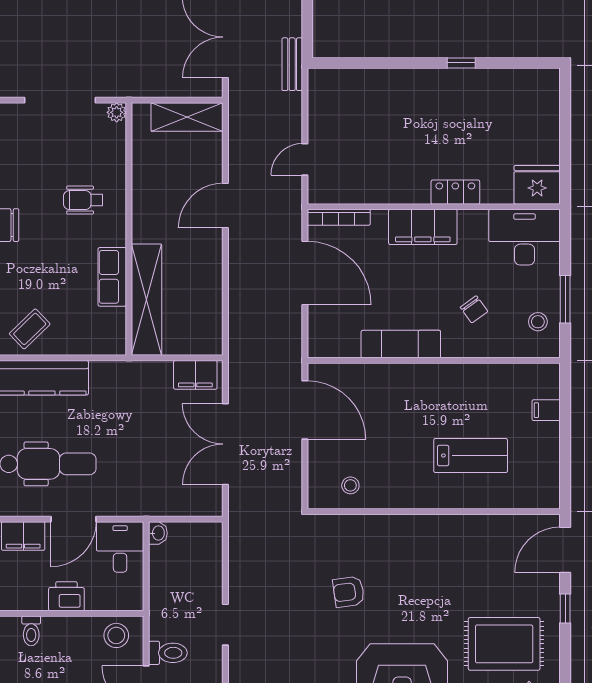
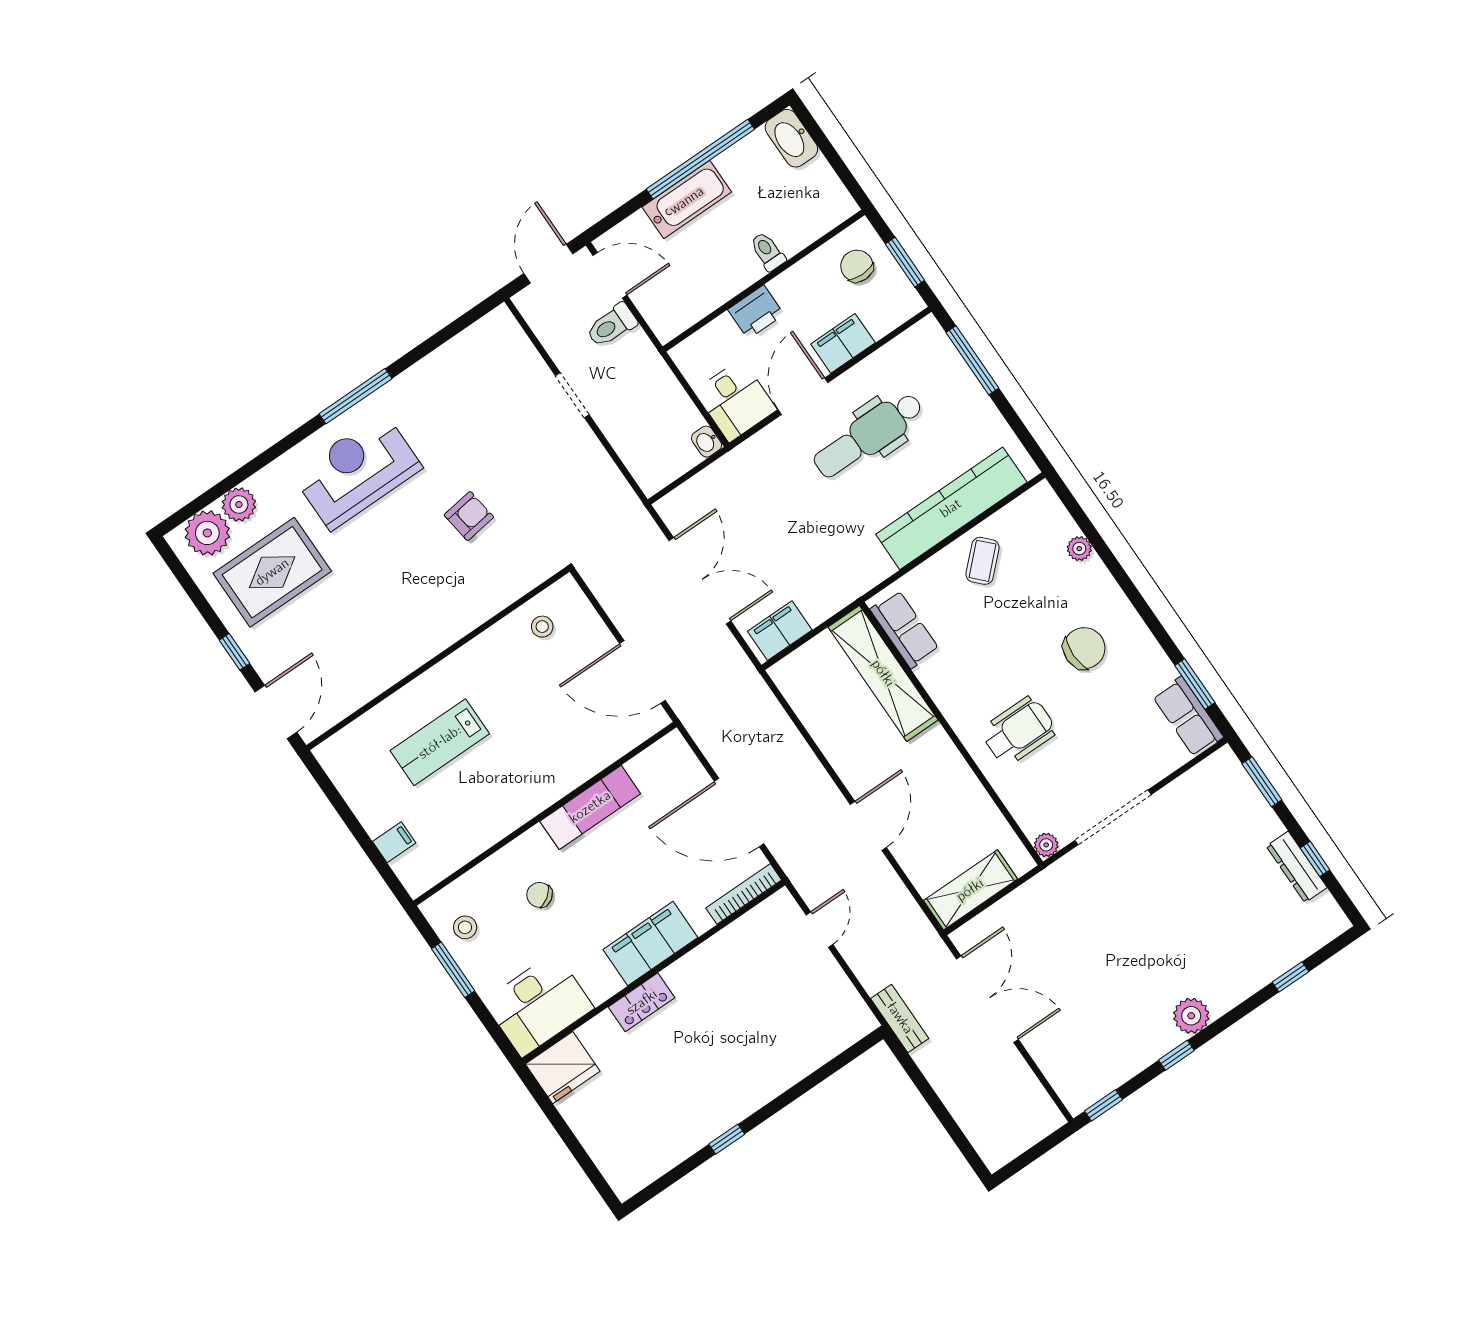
wheelchair: (83, 200) -> (1019, 731), width x1.36, depth x1.37
row of seats: (112, 277) -> (905, 629), moved
stool: (116, 635) -> (677, 307), removed

